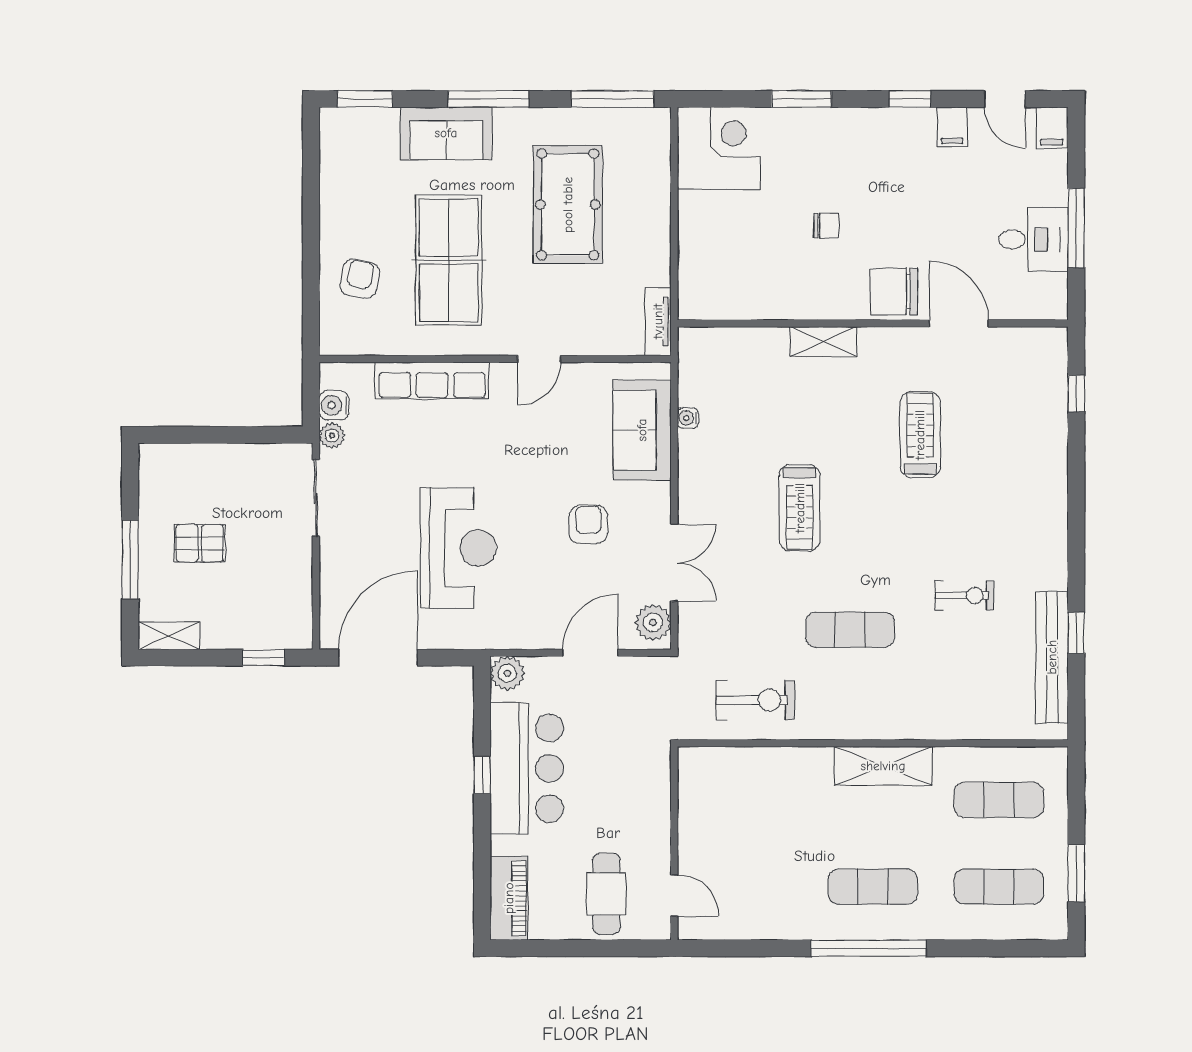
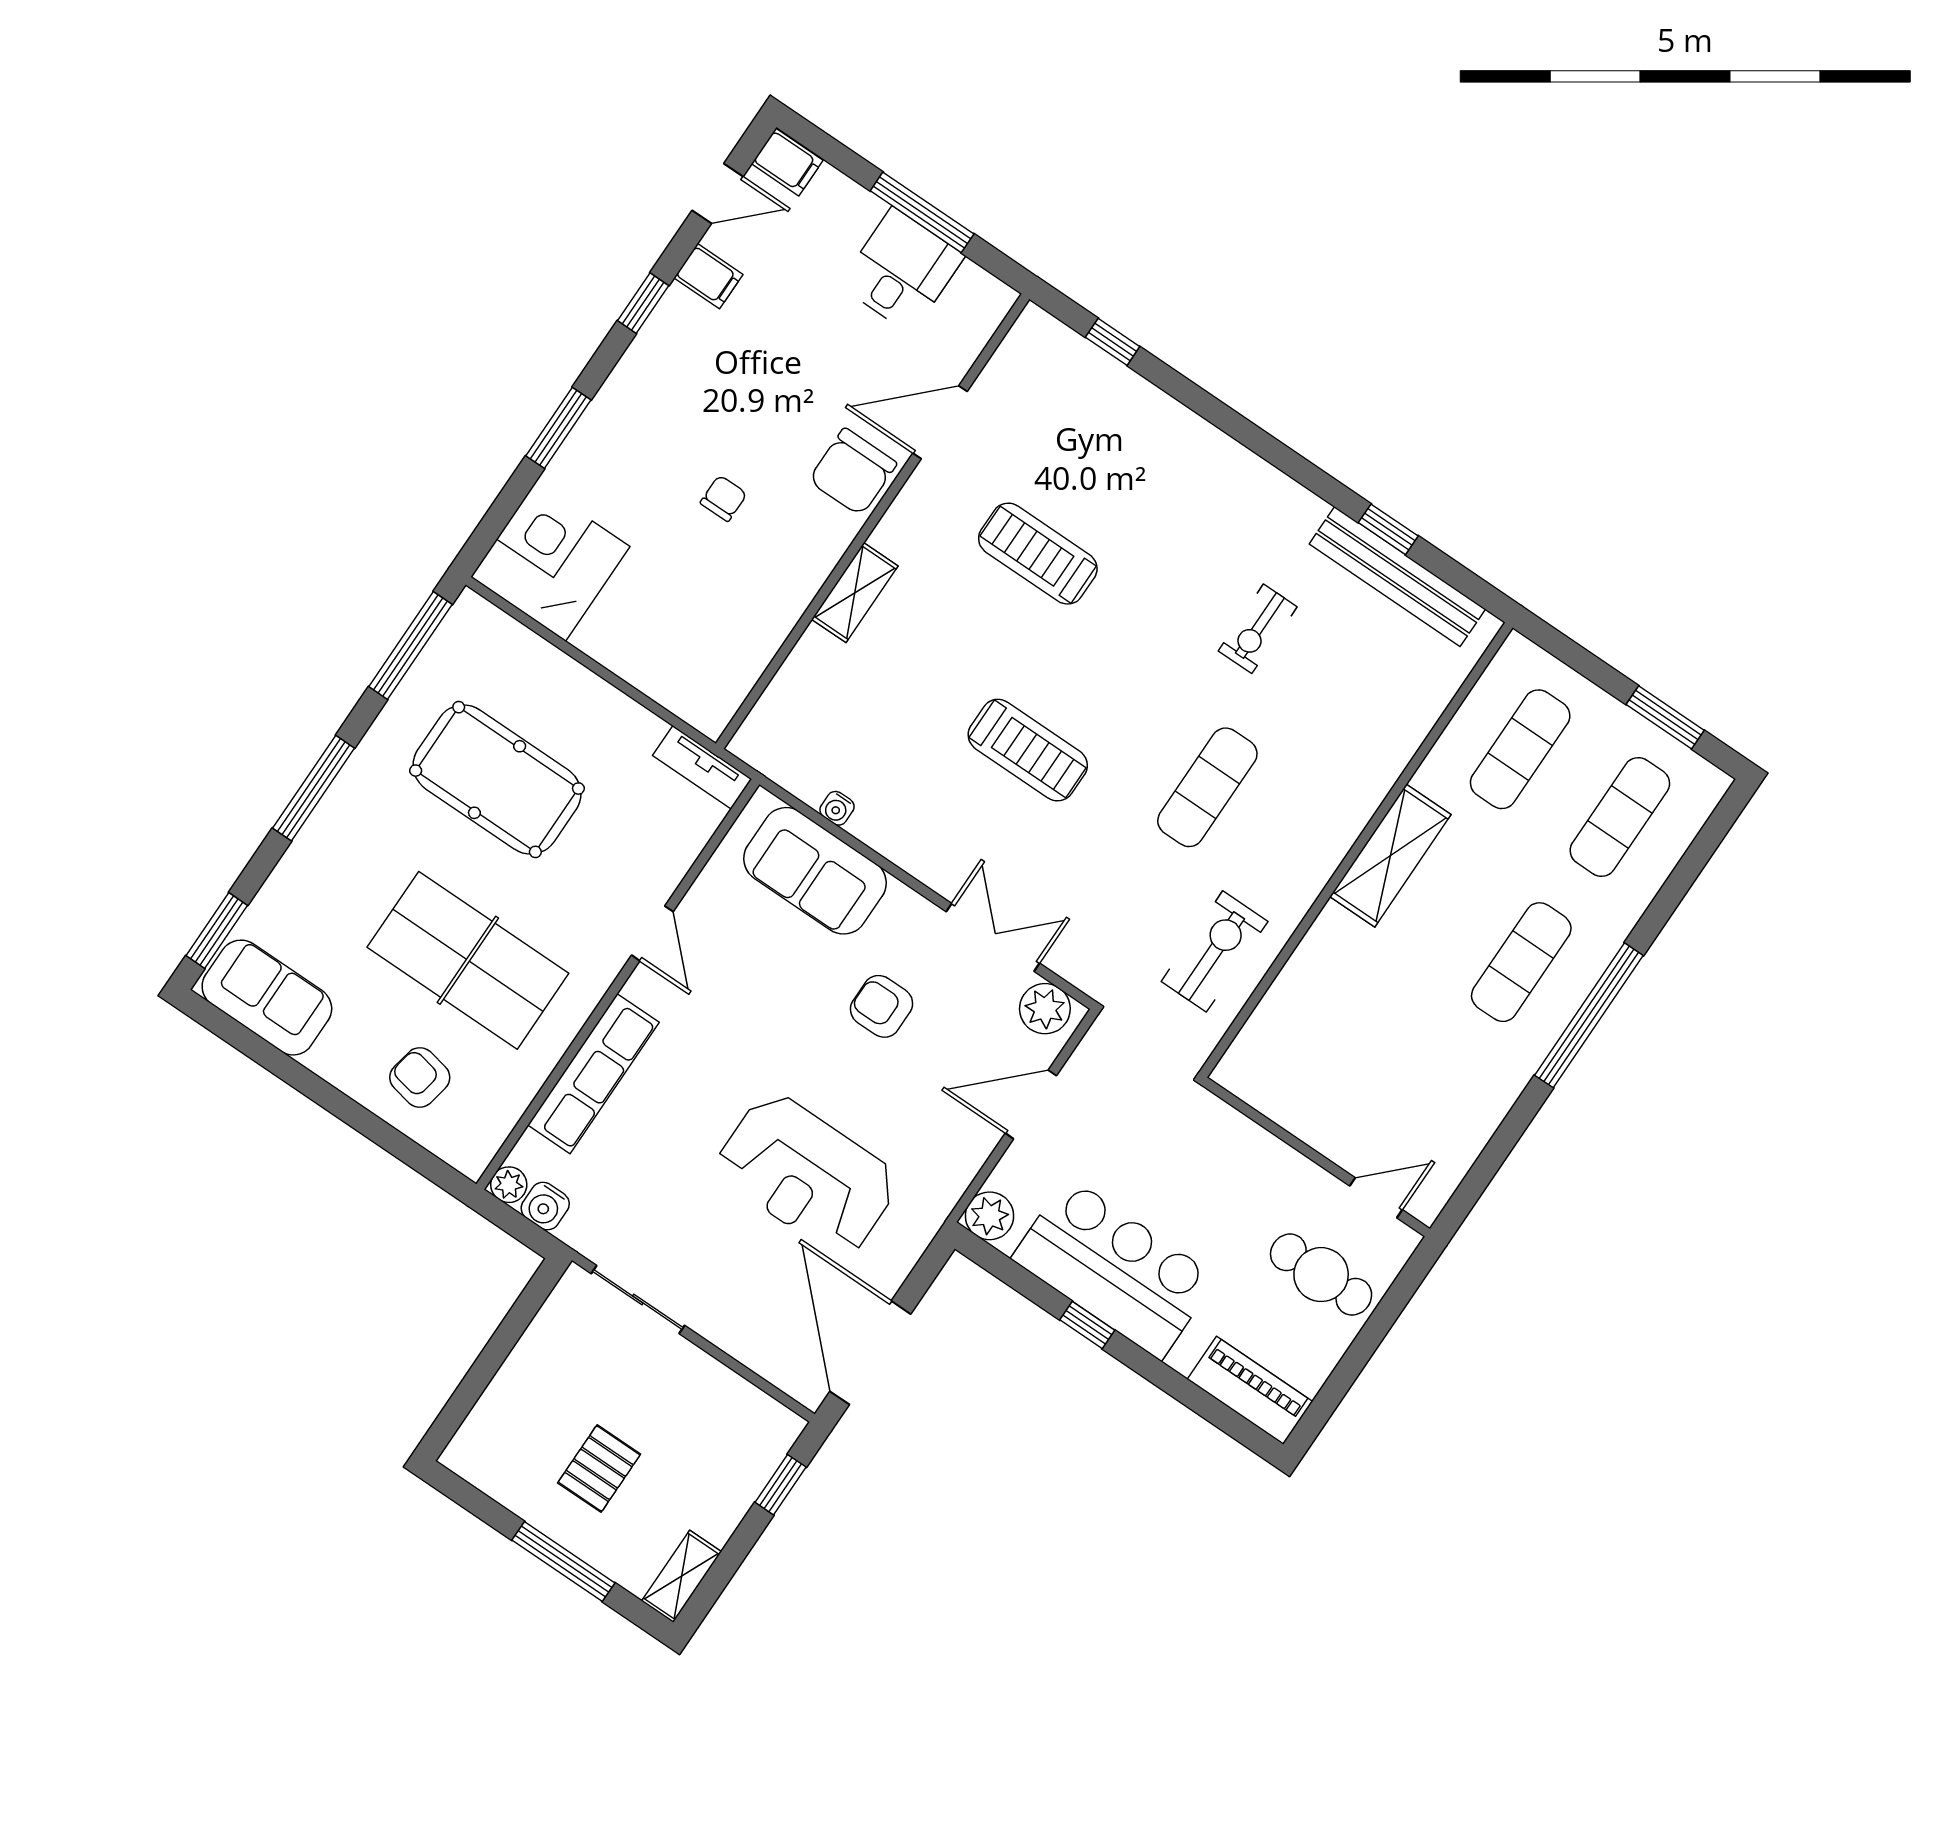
sofa: (446, 133) -> (267, 998), moved, turned -90
plant: (332, 436) -> (509, 1185), moved
reception desk: (458, 548) -> (807, 1174), turned 180
exercise bike: (964, 595) -> (1258, 629), turned 180
door: (590, 653) -> (1031, 1104), hinge flipped

